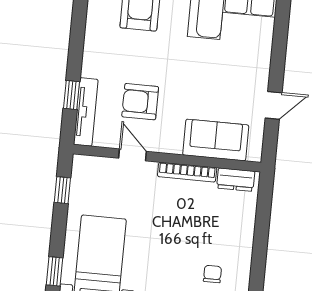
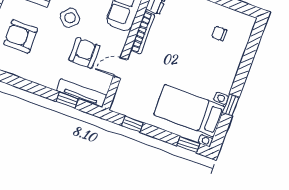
side table: (182, 70) -> (70, 18), added
armchair: (140, 102) -> (84, 53), turned 180

